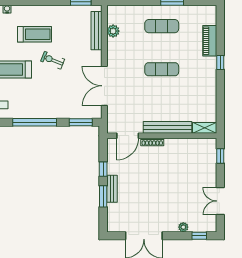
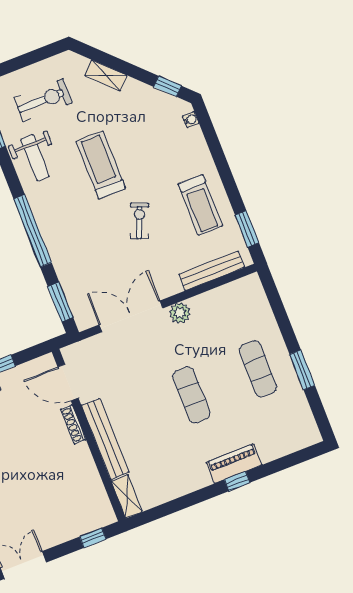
plant: (113, 31) -> (180, 313), moved
treadmill: (35, 34) -> (200, 205), moved
piano: (210, 41) -> (234, 464), moved

